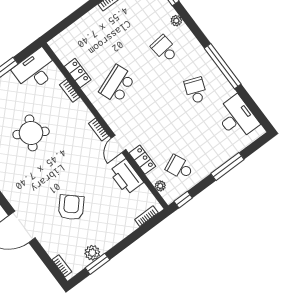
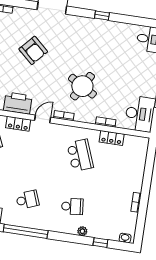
school desk: (196, 90) -> (27, 200), turned -42
round table: (31, 133) -> (82, 86), moved
door: (119, 144) -> (43, 119), hinge flipped

